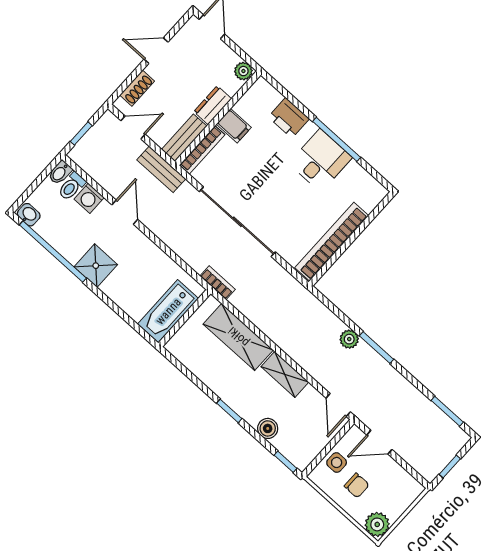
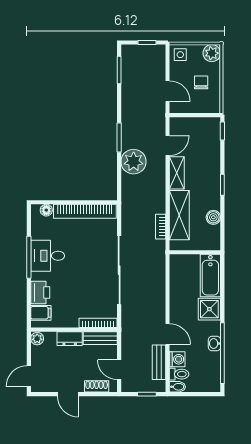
filing cabinet: (234, 126) -> (41, 313), moved, turned 90
bench: (161, 169) -> (159, 362), moved
floor lamp: (369, 202) -> (46, 210), added
door: (125, 212) -> (168, 334), swing flipped
washbasin: (29, 215) -> (214, 343), moved
shower: (96, 266) -> (209, 309), moved
bookcase: (218, 283) -> (161, 227), moved
bathtub: (168, 311) -> (210, 275), moved, turned 90
plant: (349, 339) -> (134, 162), width x1.87, depth x1.87
door: (338, 405) -> (168, 146), moved
boiler: (268, 428) -> (213, 217), moved
side table: (337, 462) -> (180, 55), moved

